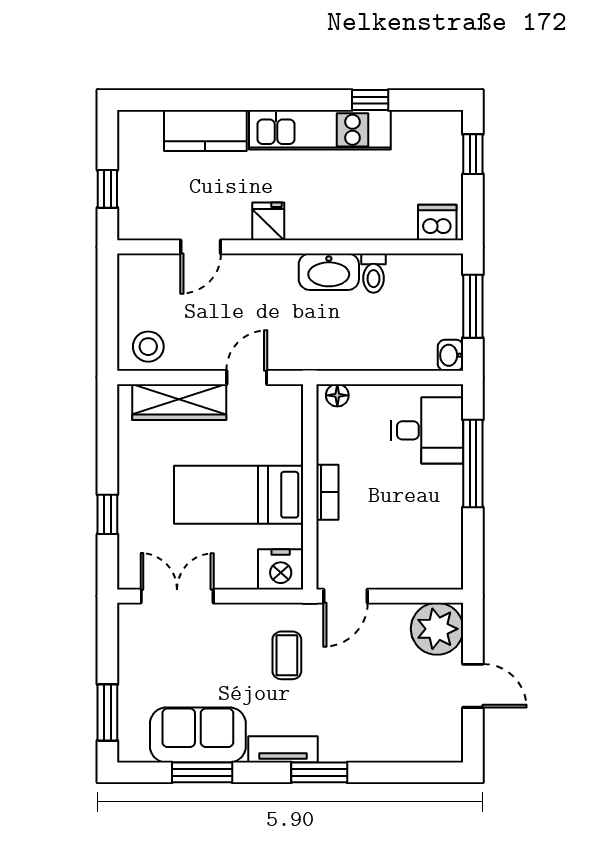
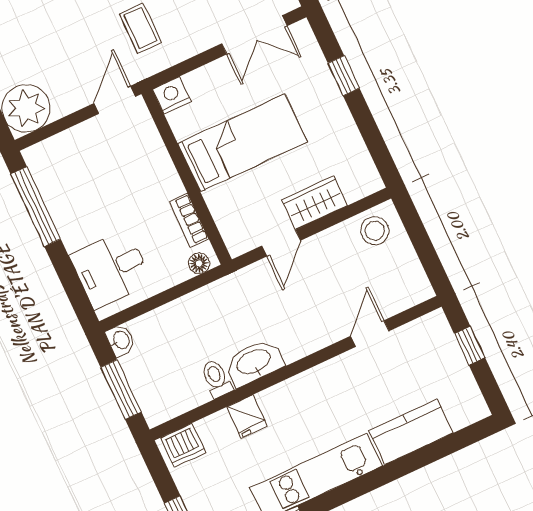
fridge: (268, 221) -> (247, 416), moved
wardrobe: (179, 402) -> (315, 203), width x0.67
window: (473, 464) -> (36, 207), moved
bookcase: (327, 492) -> (189, 220), moved
nightstand: (281, 569) -> (172, 95), width x0.74, depth x0.75

